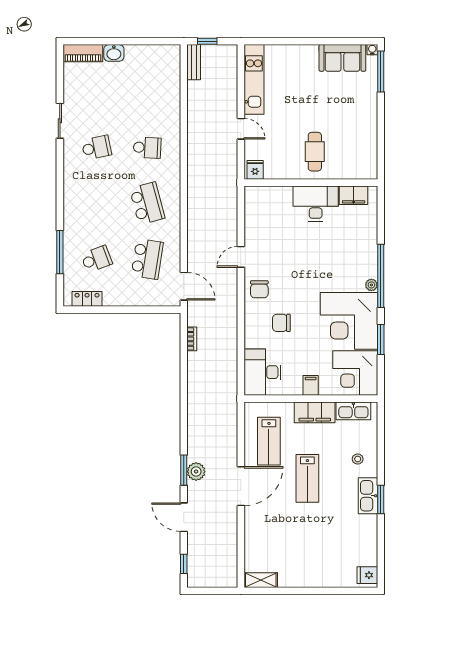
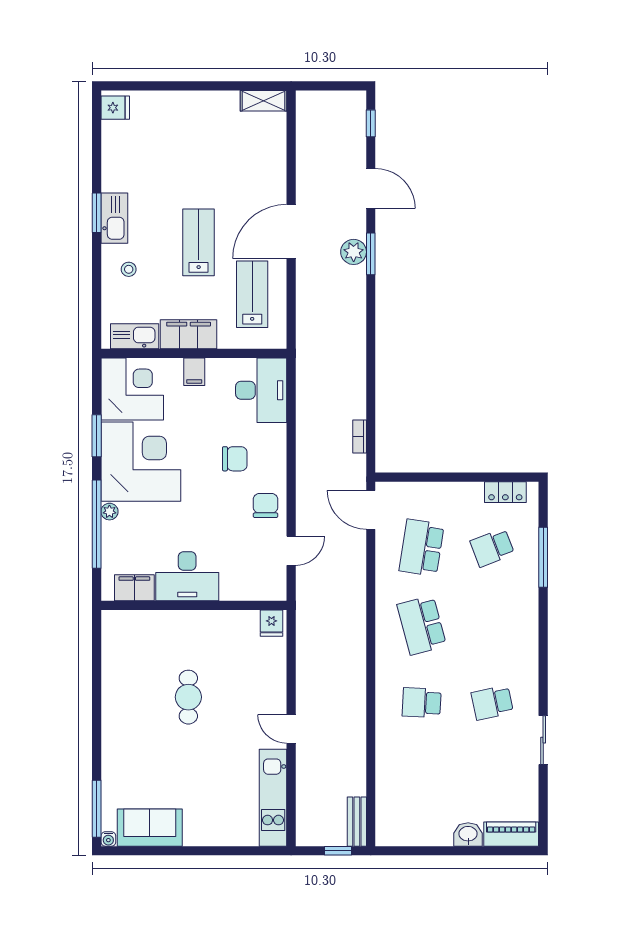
fridge: (255, 170) -> (271, 623), moved
wall: (311, 183) -> (194, 605), moved
filing cabinet: (354, 195) -> (134, 588), moved
desk: (316, 203) -> (187, 576), moved

